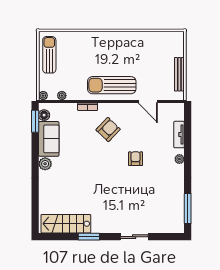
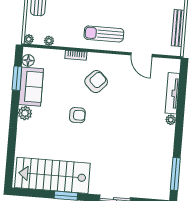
sun lounger: (112, 85) -> (104, 34), width x0.73, depth x0.75
window: (35, 121) -> (17, 78), moved
tv unit: (179, 135) -> (172, 93), width x1.41
armchair: (136, 159) -> (77, 115), moved, turned 90
stairs: (66, 224) -> (52, 175), width x1.36, depth x1.51

